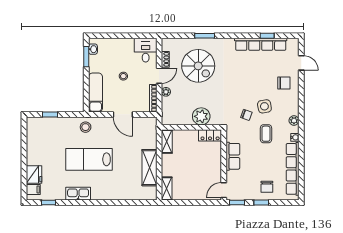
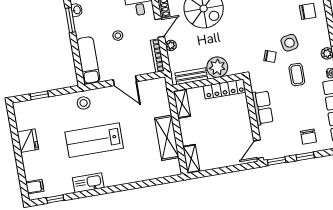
bench: (178, 120) -> (191, 76), added
locker: (210, 135) -> (224, 89), width x1.53
fridge: (34, 175) -> (28, 141), moved

